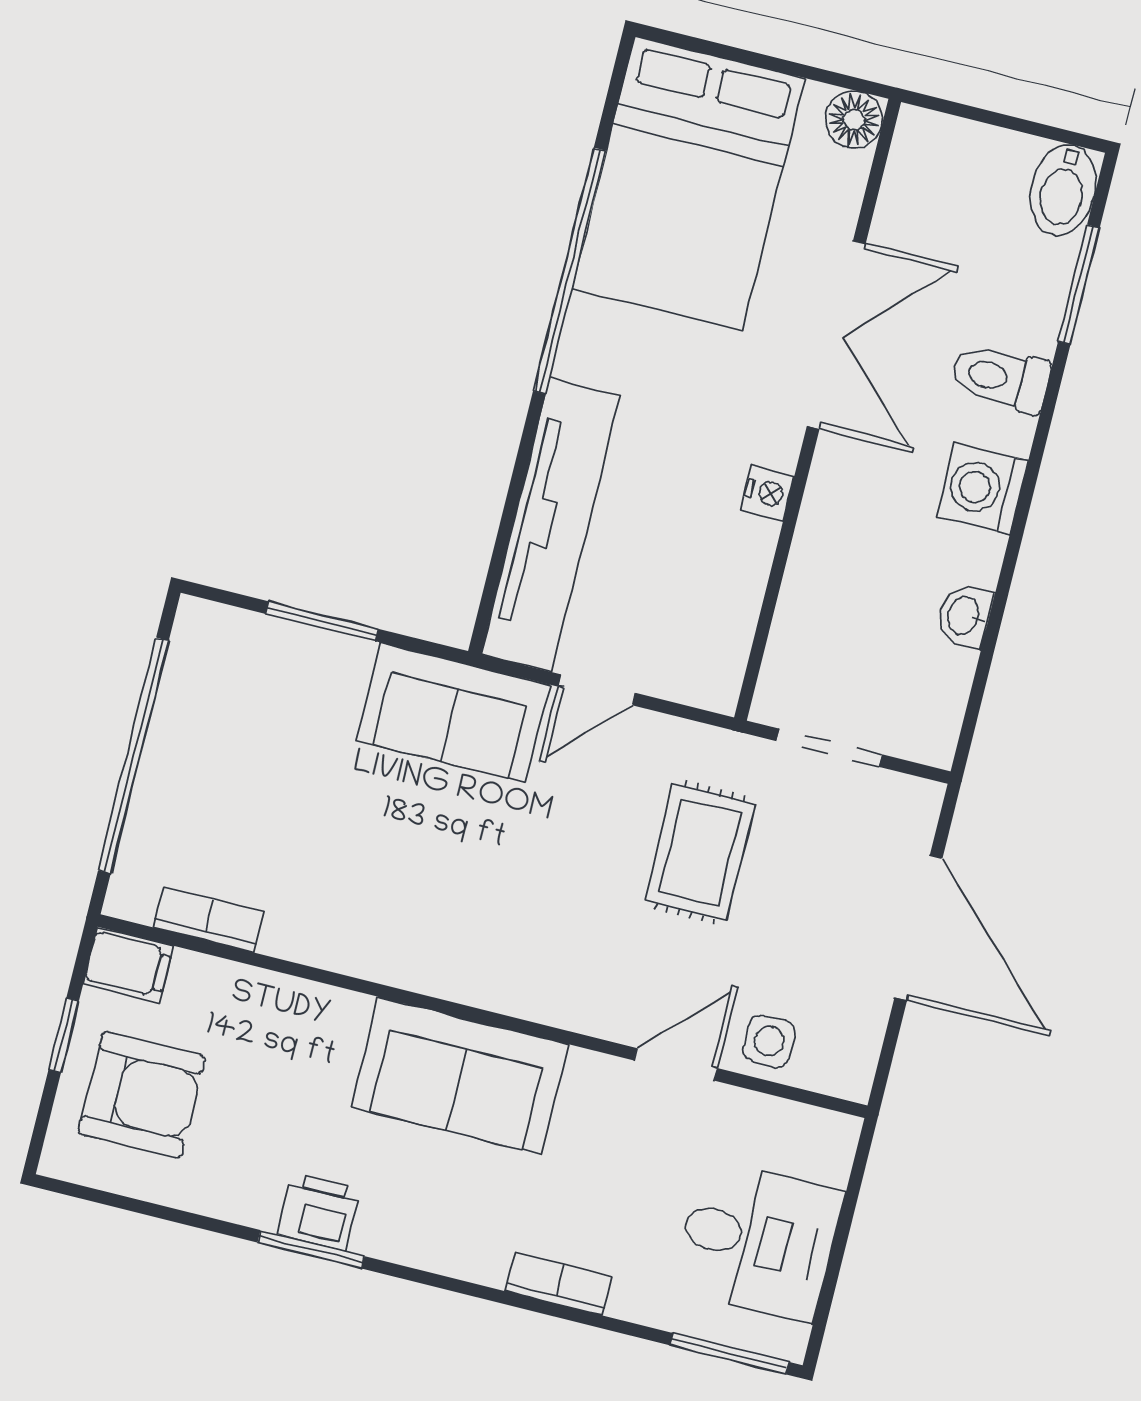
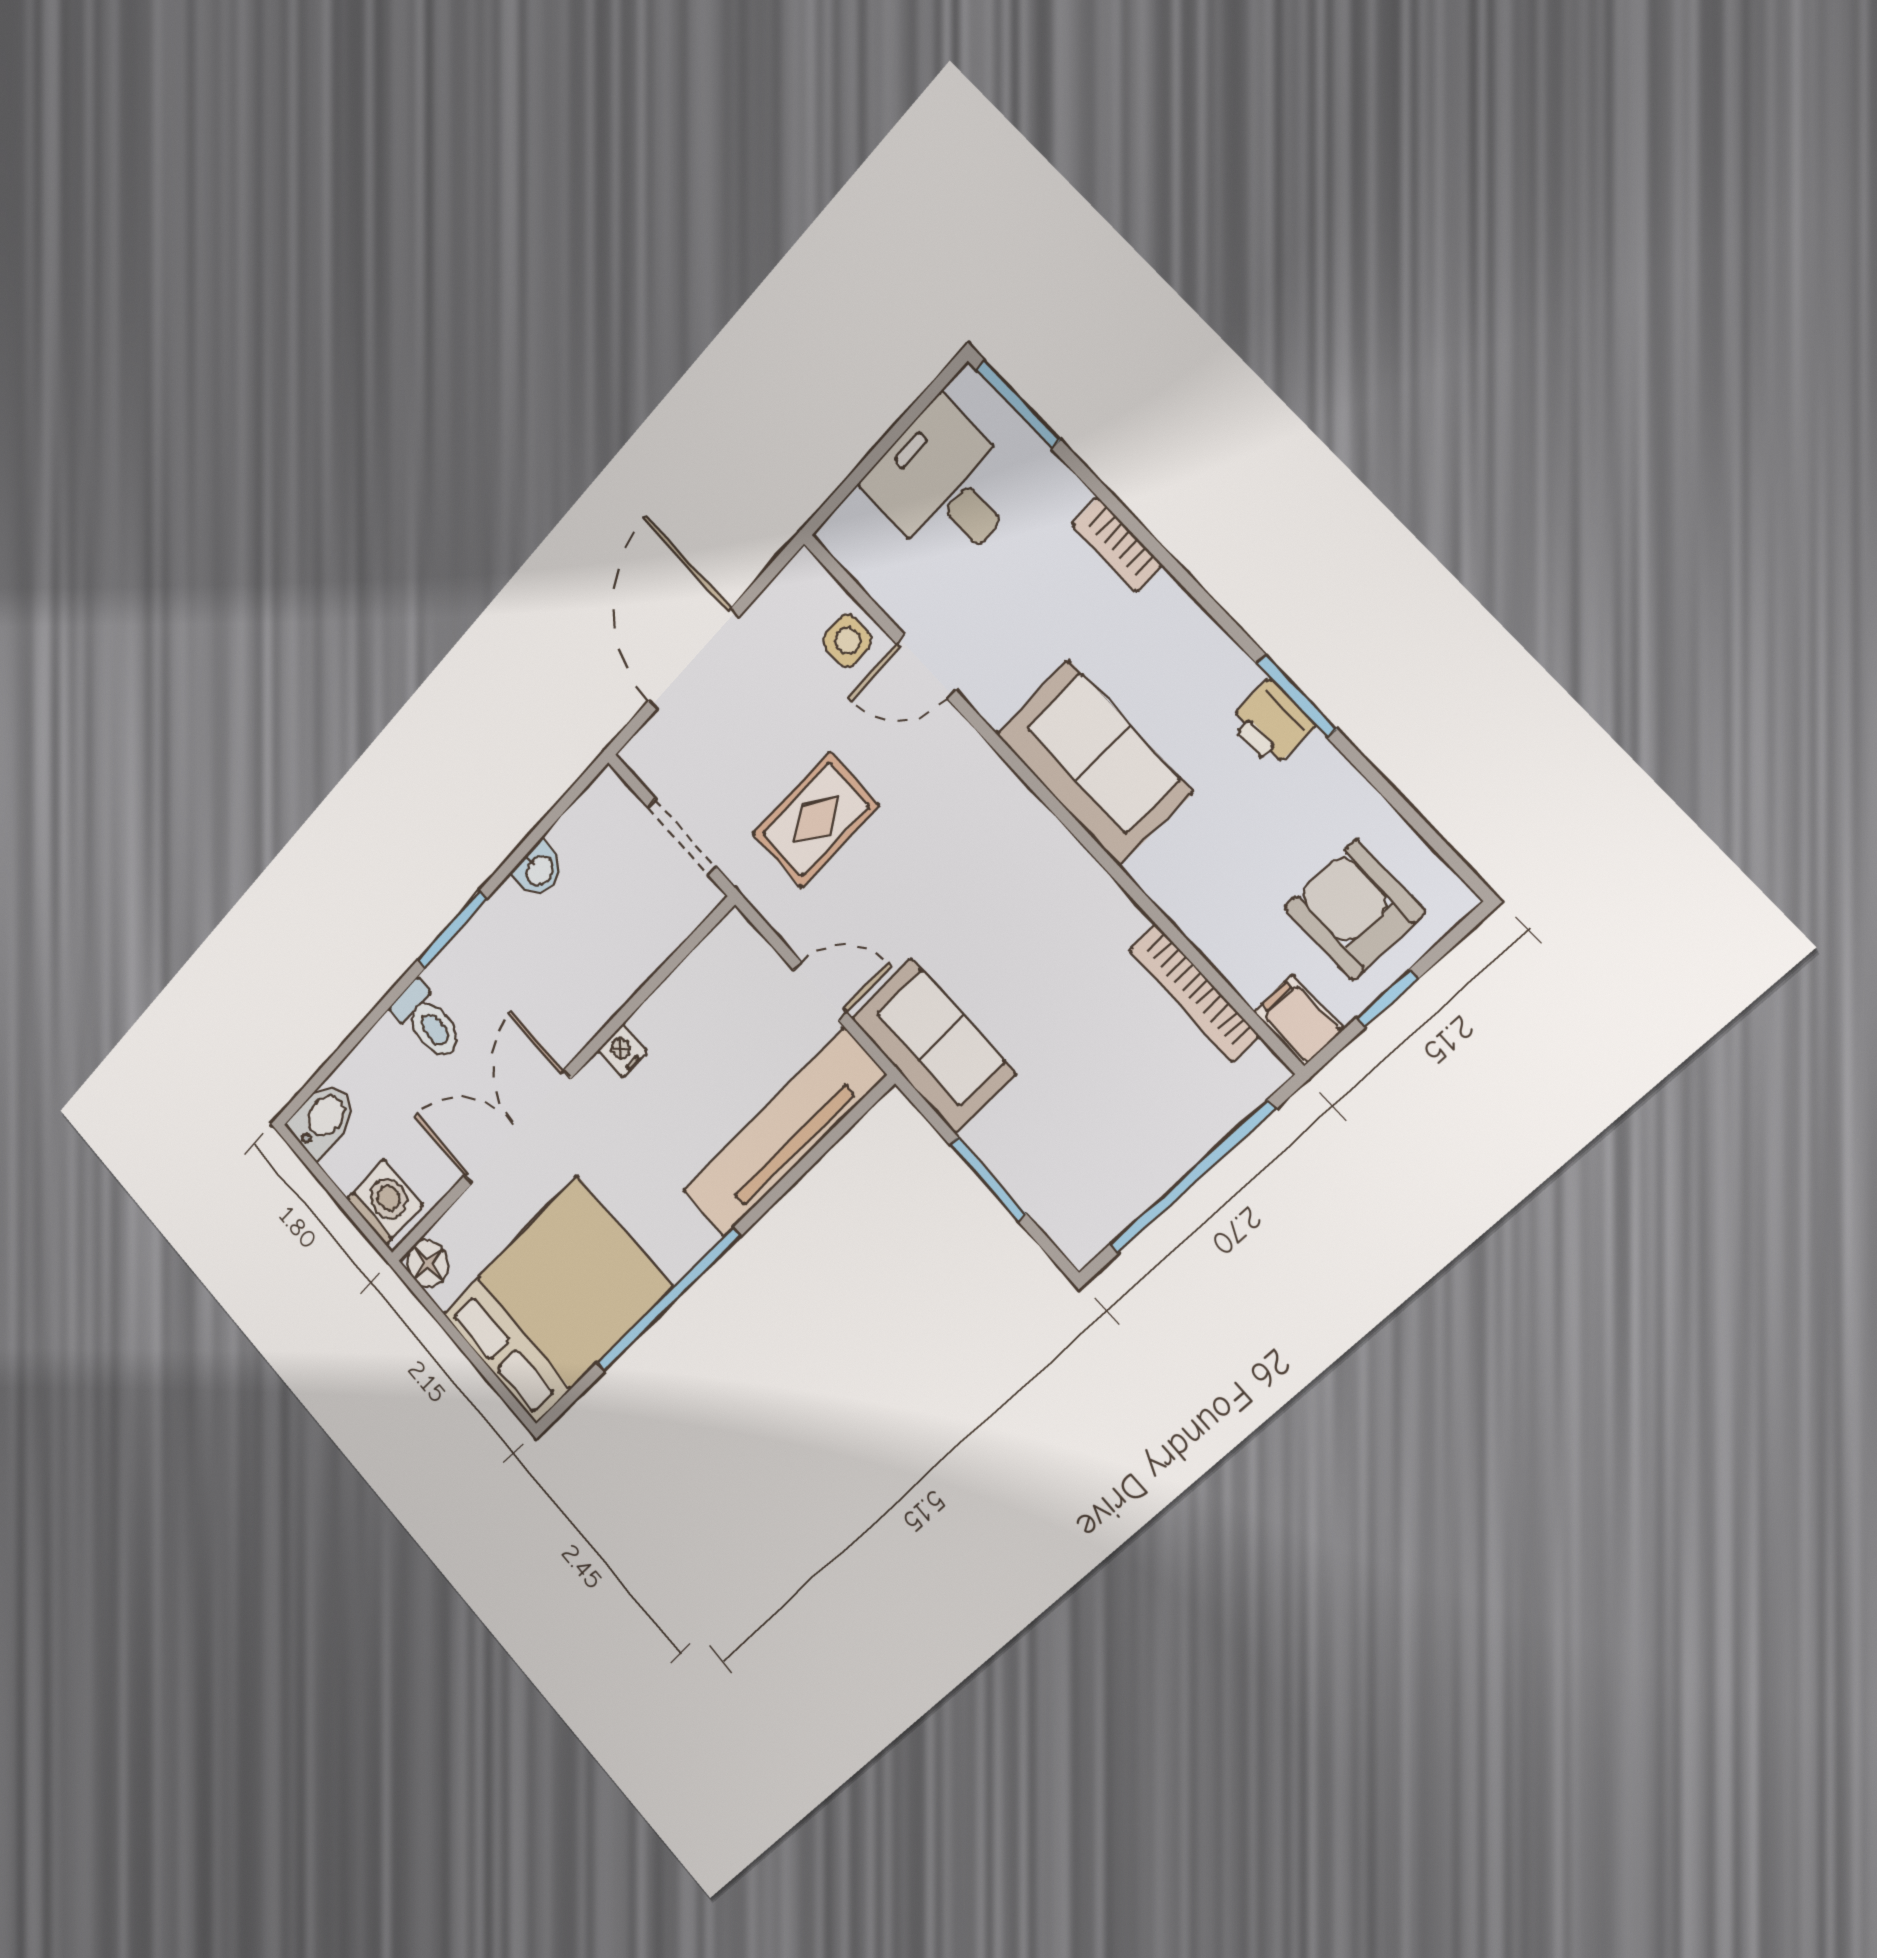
window: (1079, 285) -> (452, 930), moved
washing machine: (982, 489) -> (385, 1202), moved, turned -90
bookcase: (209, 920) -> (1194, 993), width x1.56

